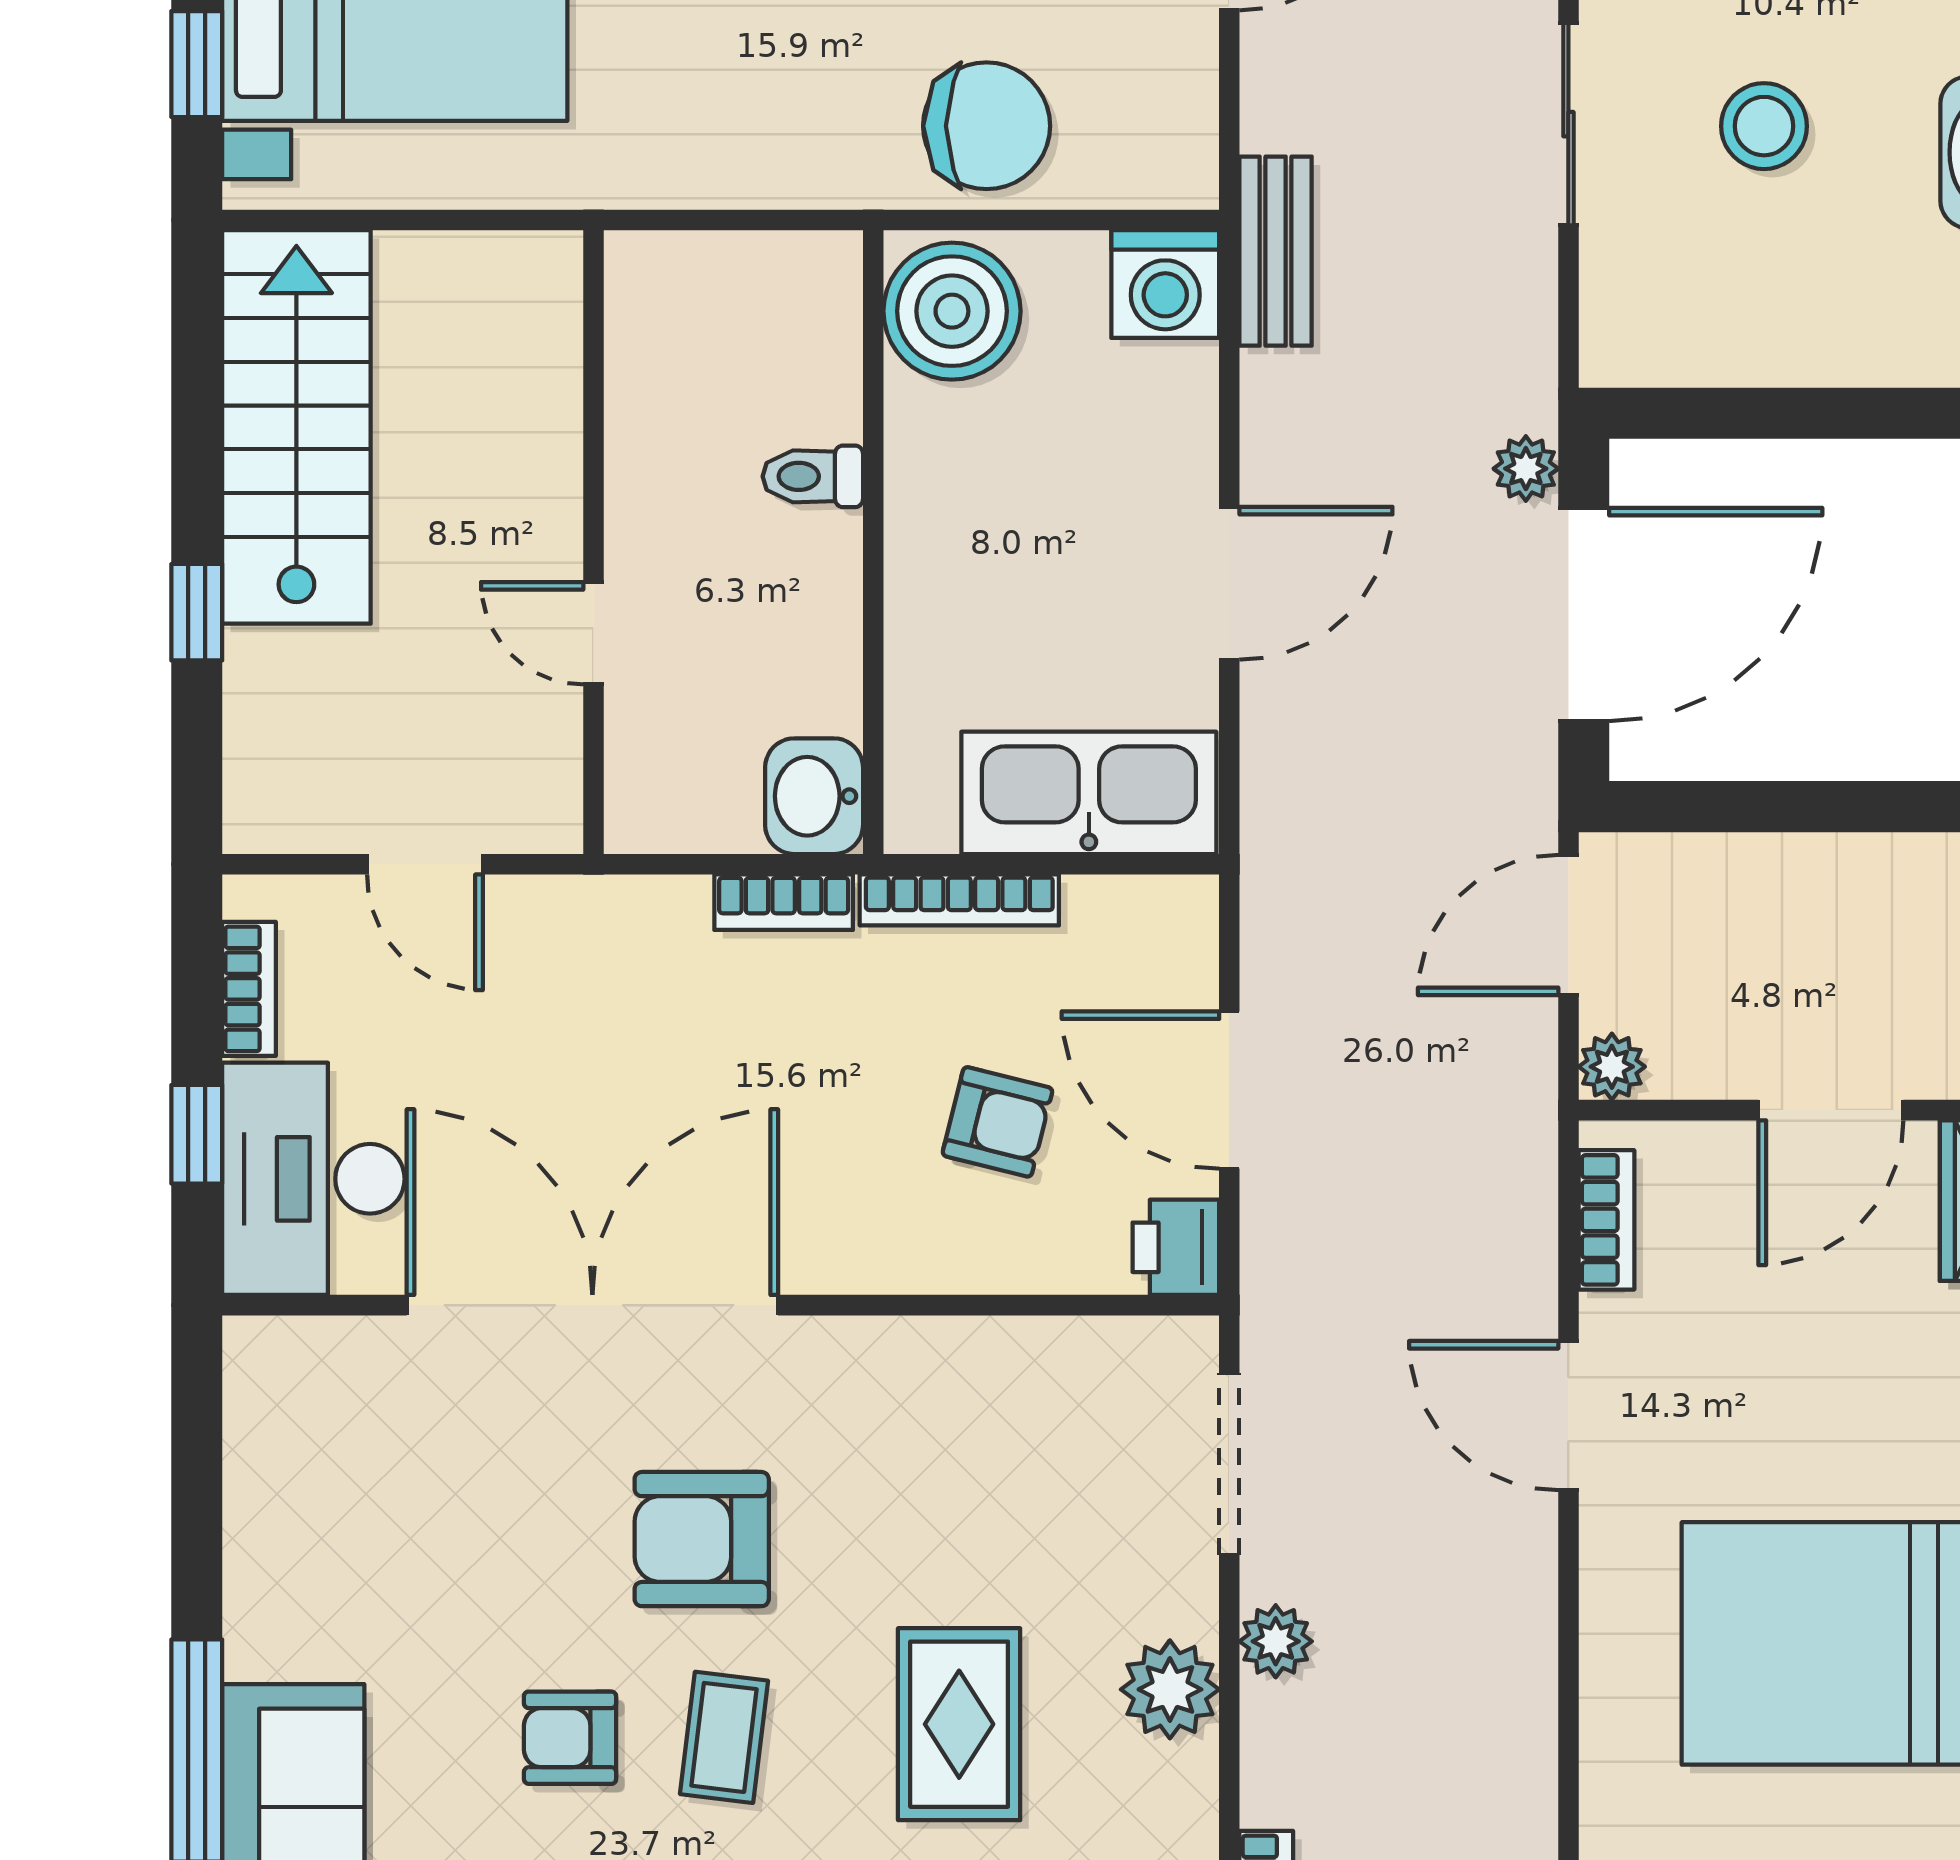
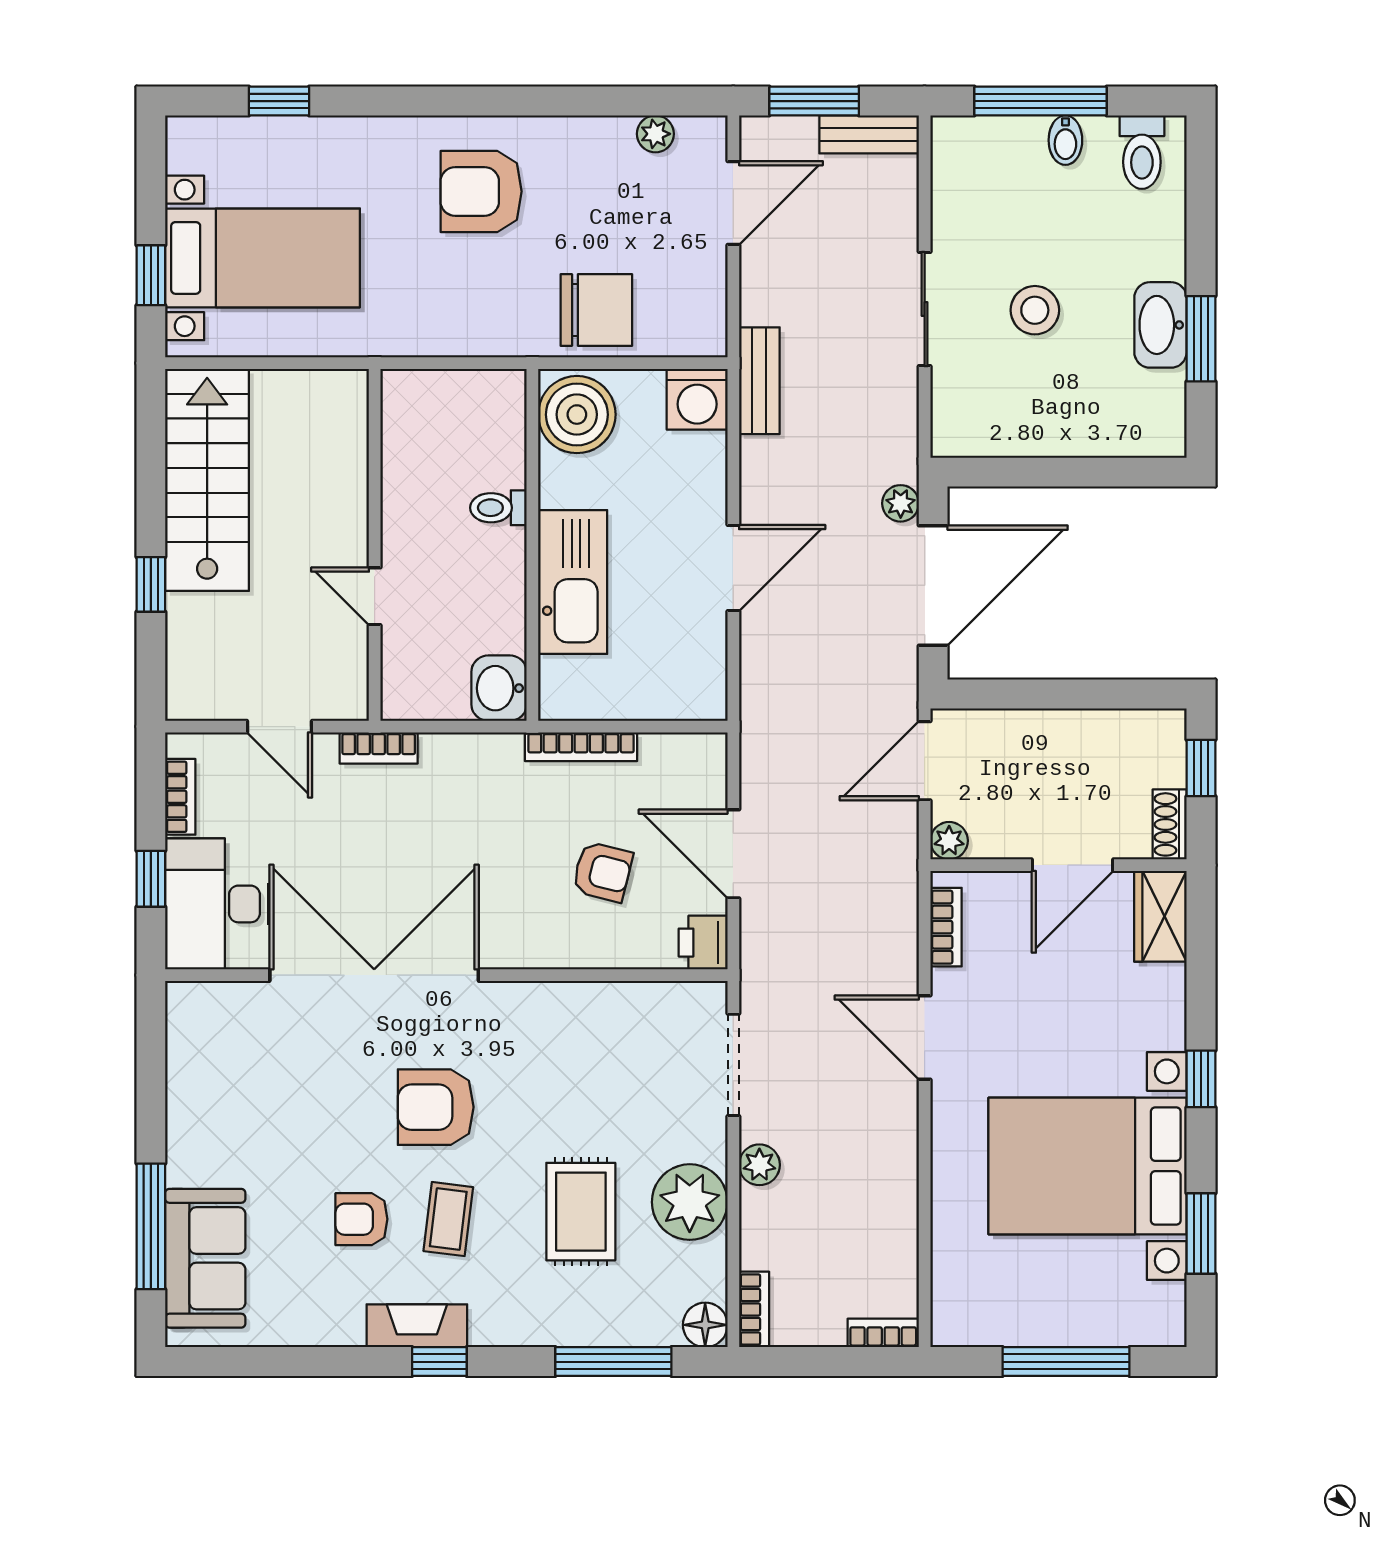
kitchen sink: (1089, 793) -> (573, 582), moved, turned 90
bookcase: (784, 902) -> (379, 748), moved
plant: (1170, 1689) -> (690, 1202), width x1.36, depth x1.36

